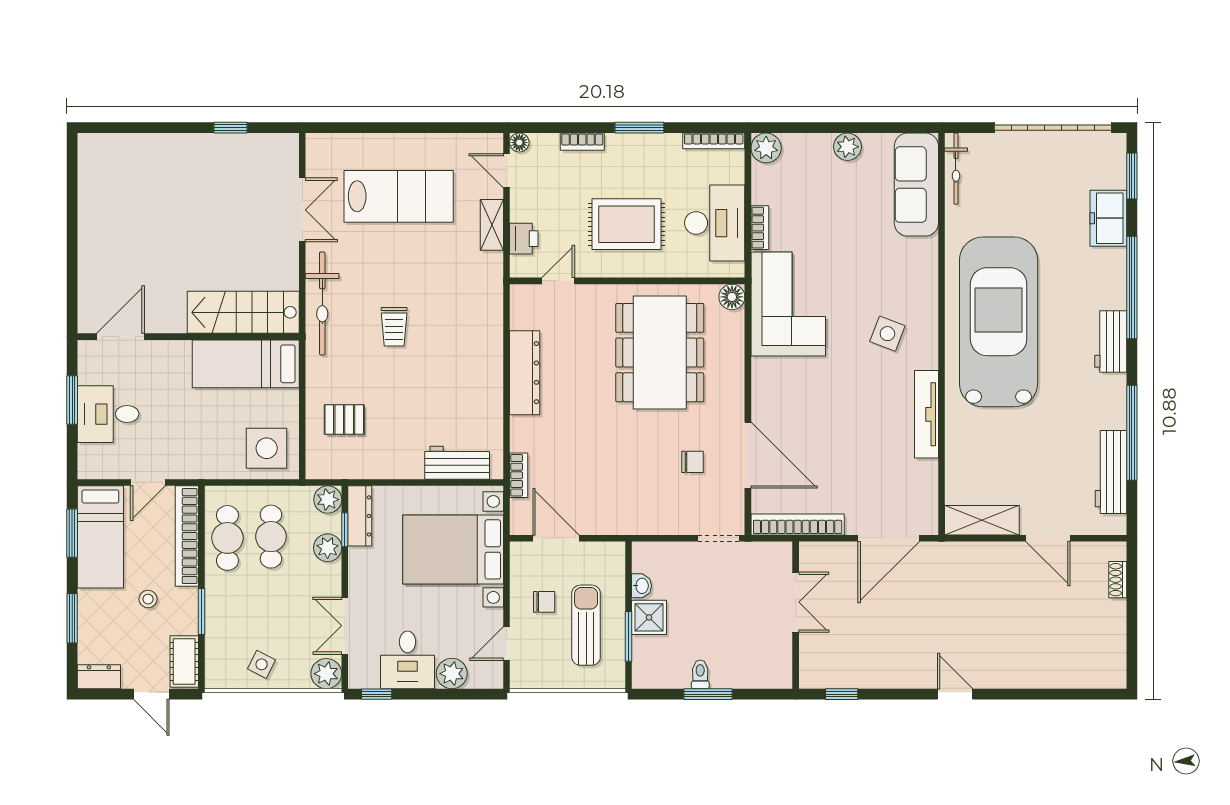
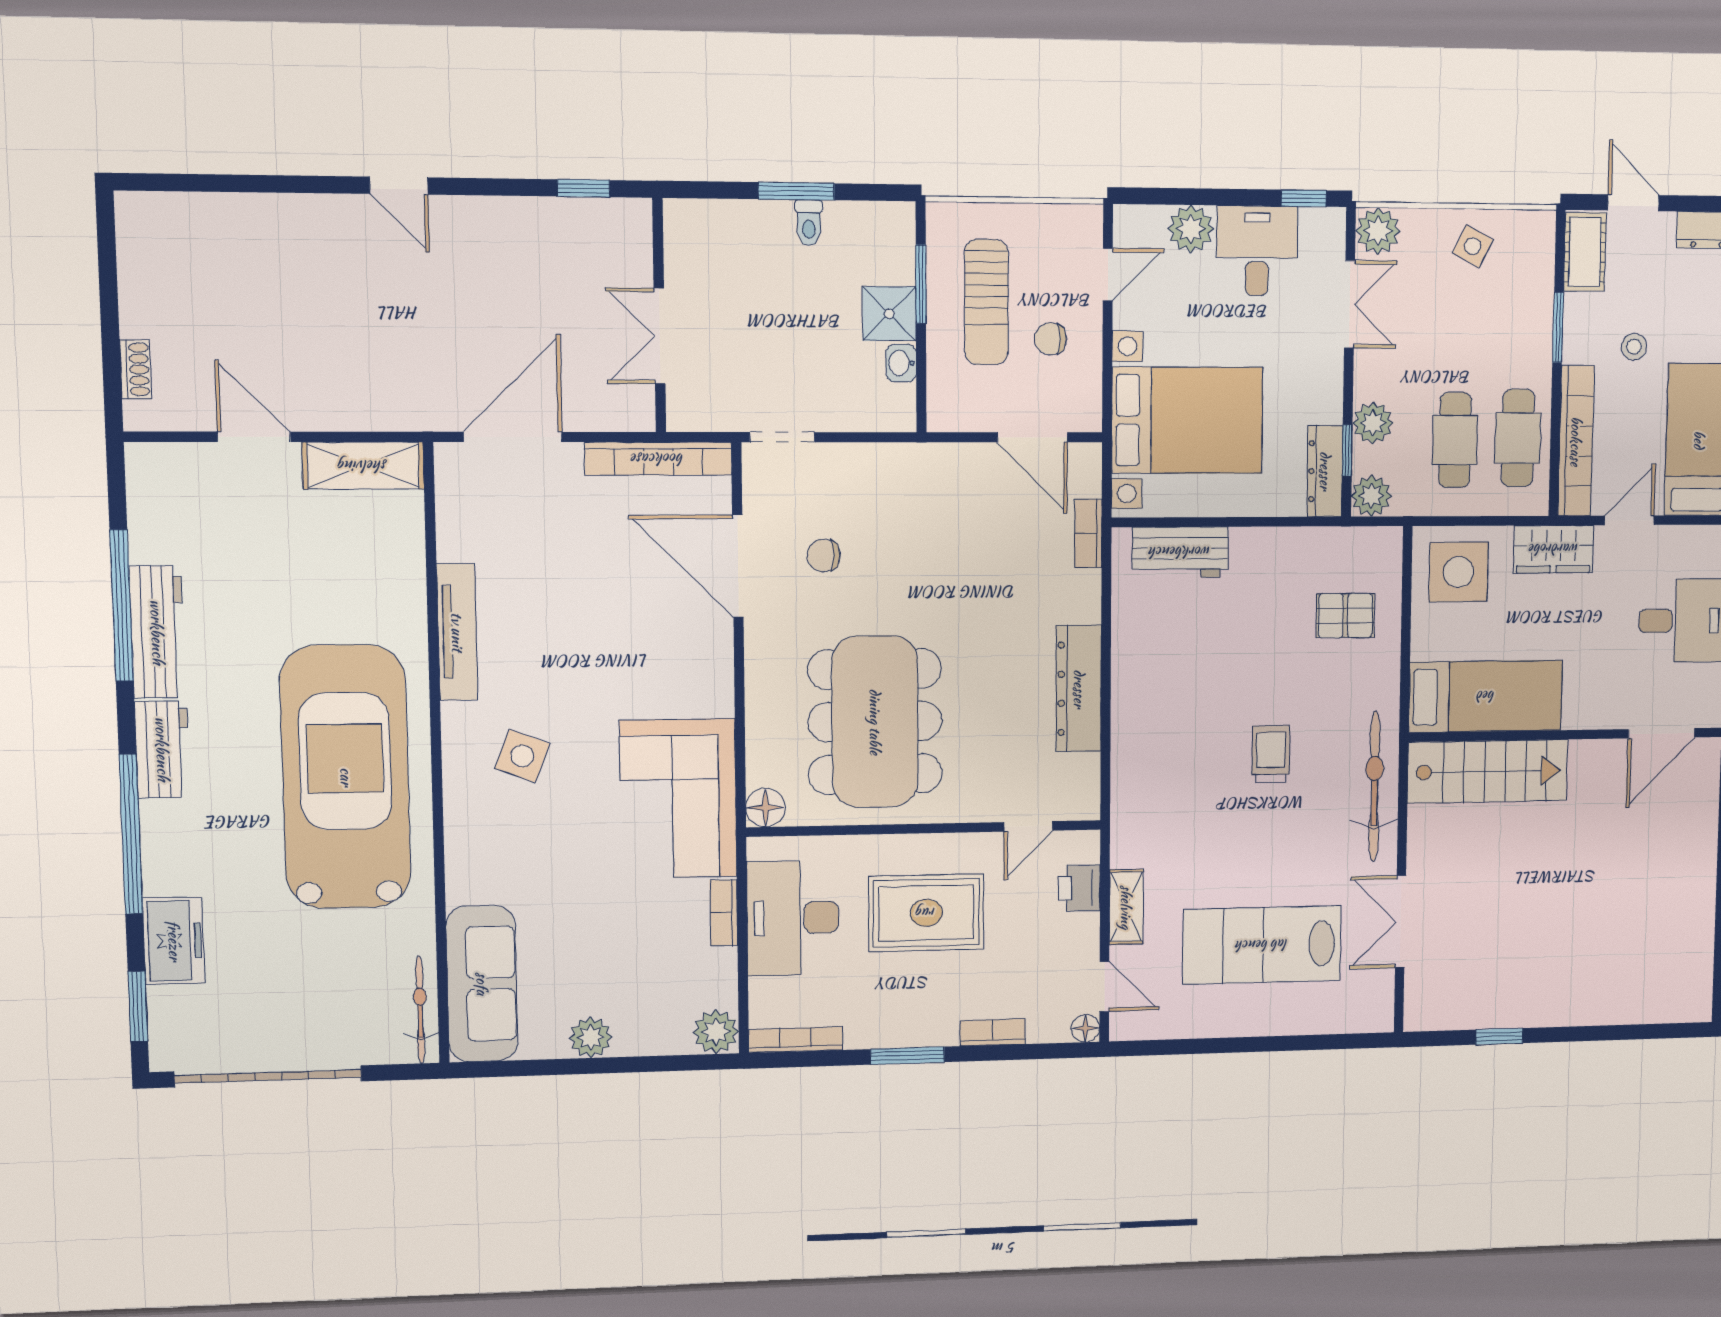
car: (999, 322) -> (346, 777), turned 180
wardrobe: (201, 463) -> (1554, 549), added
workbench: (1111, 472) -> (157, 632), moved

